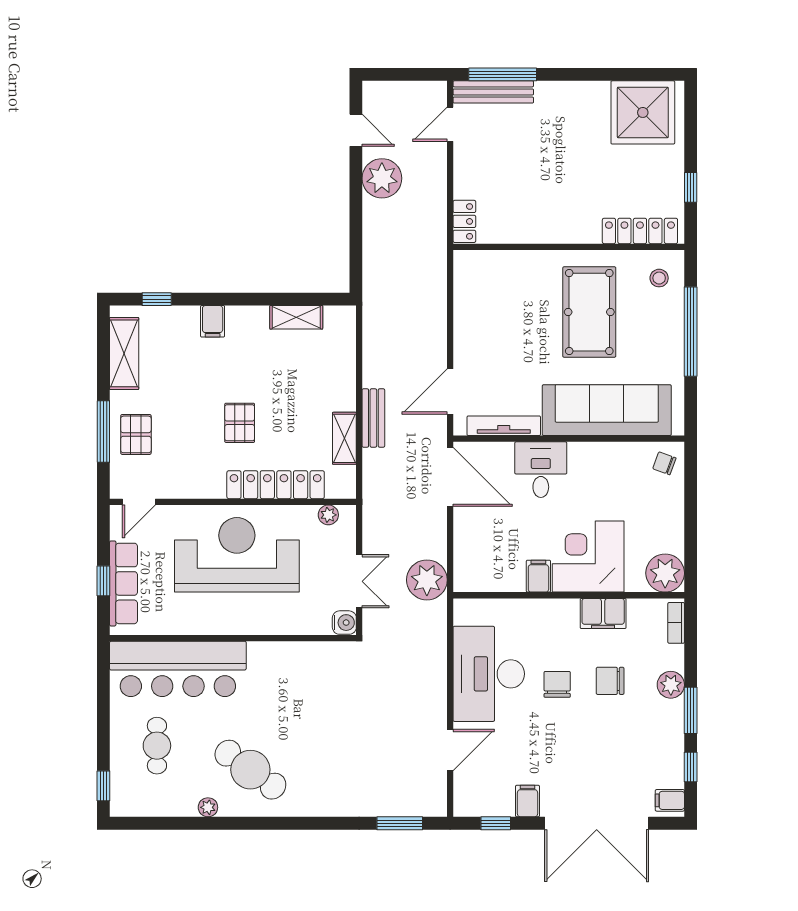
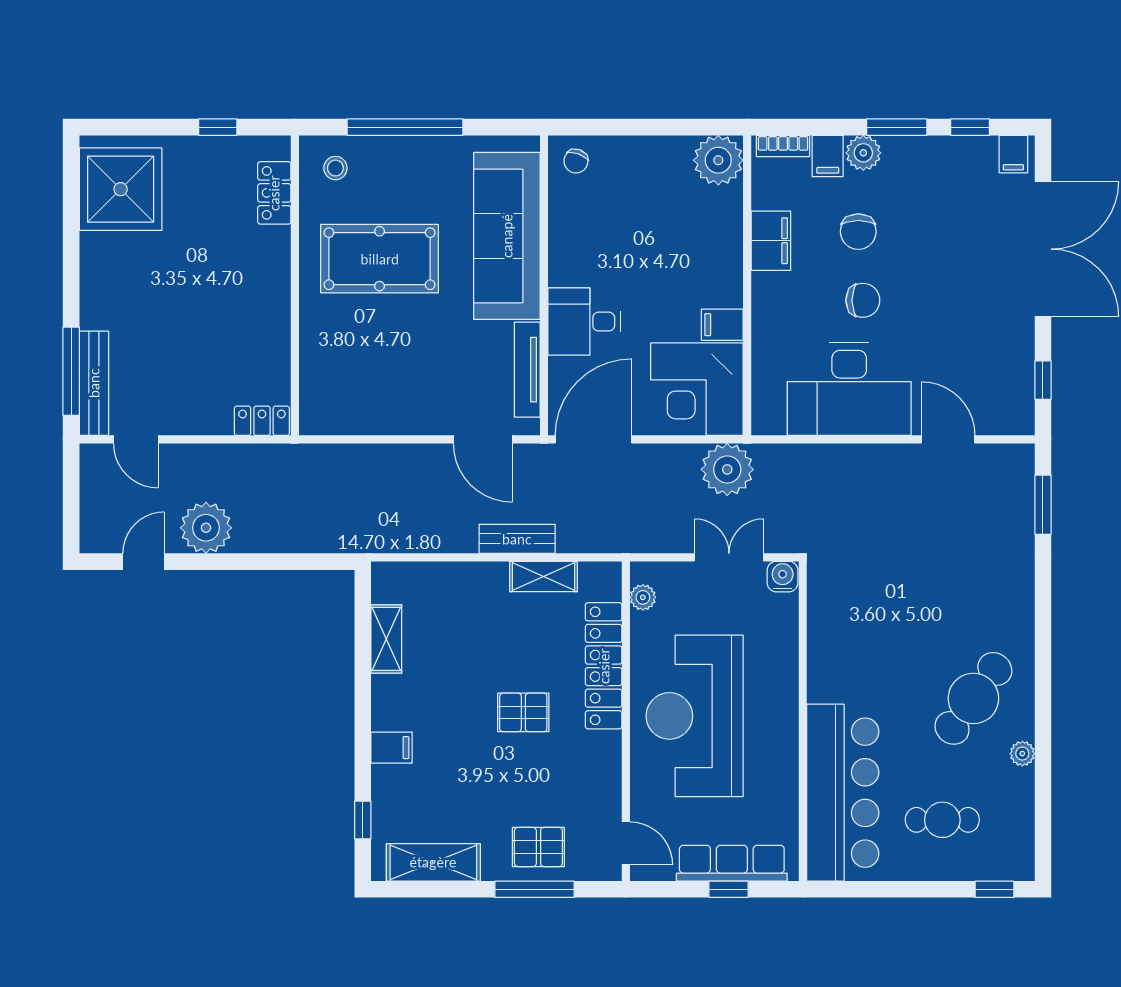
locker: (640, 231) -> (274, 193), width x0.66
corner desk: (588, 557) -> (697, 389), moved
chair: (557, 684) -> (863, 300), turned 180
filing cabinet: (528, 801) -> (828, 156), moved, turned -90

